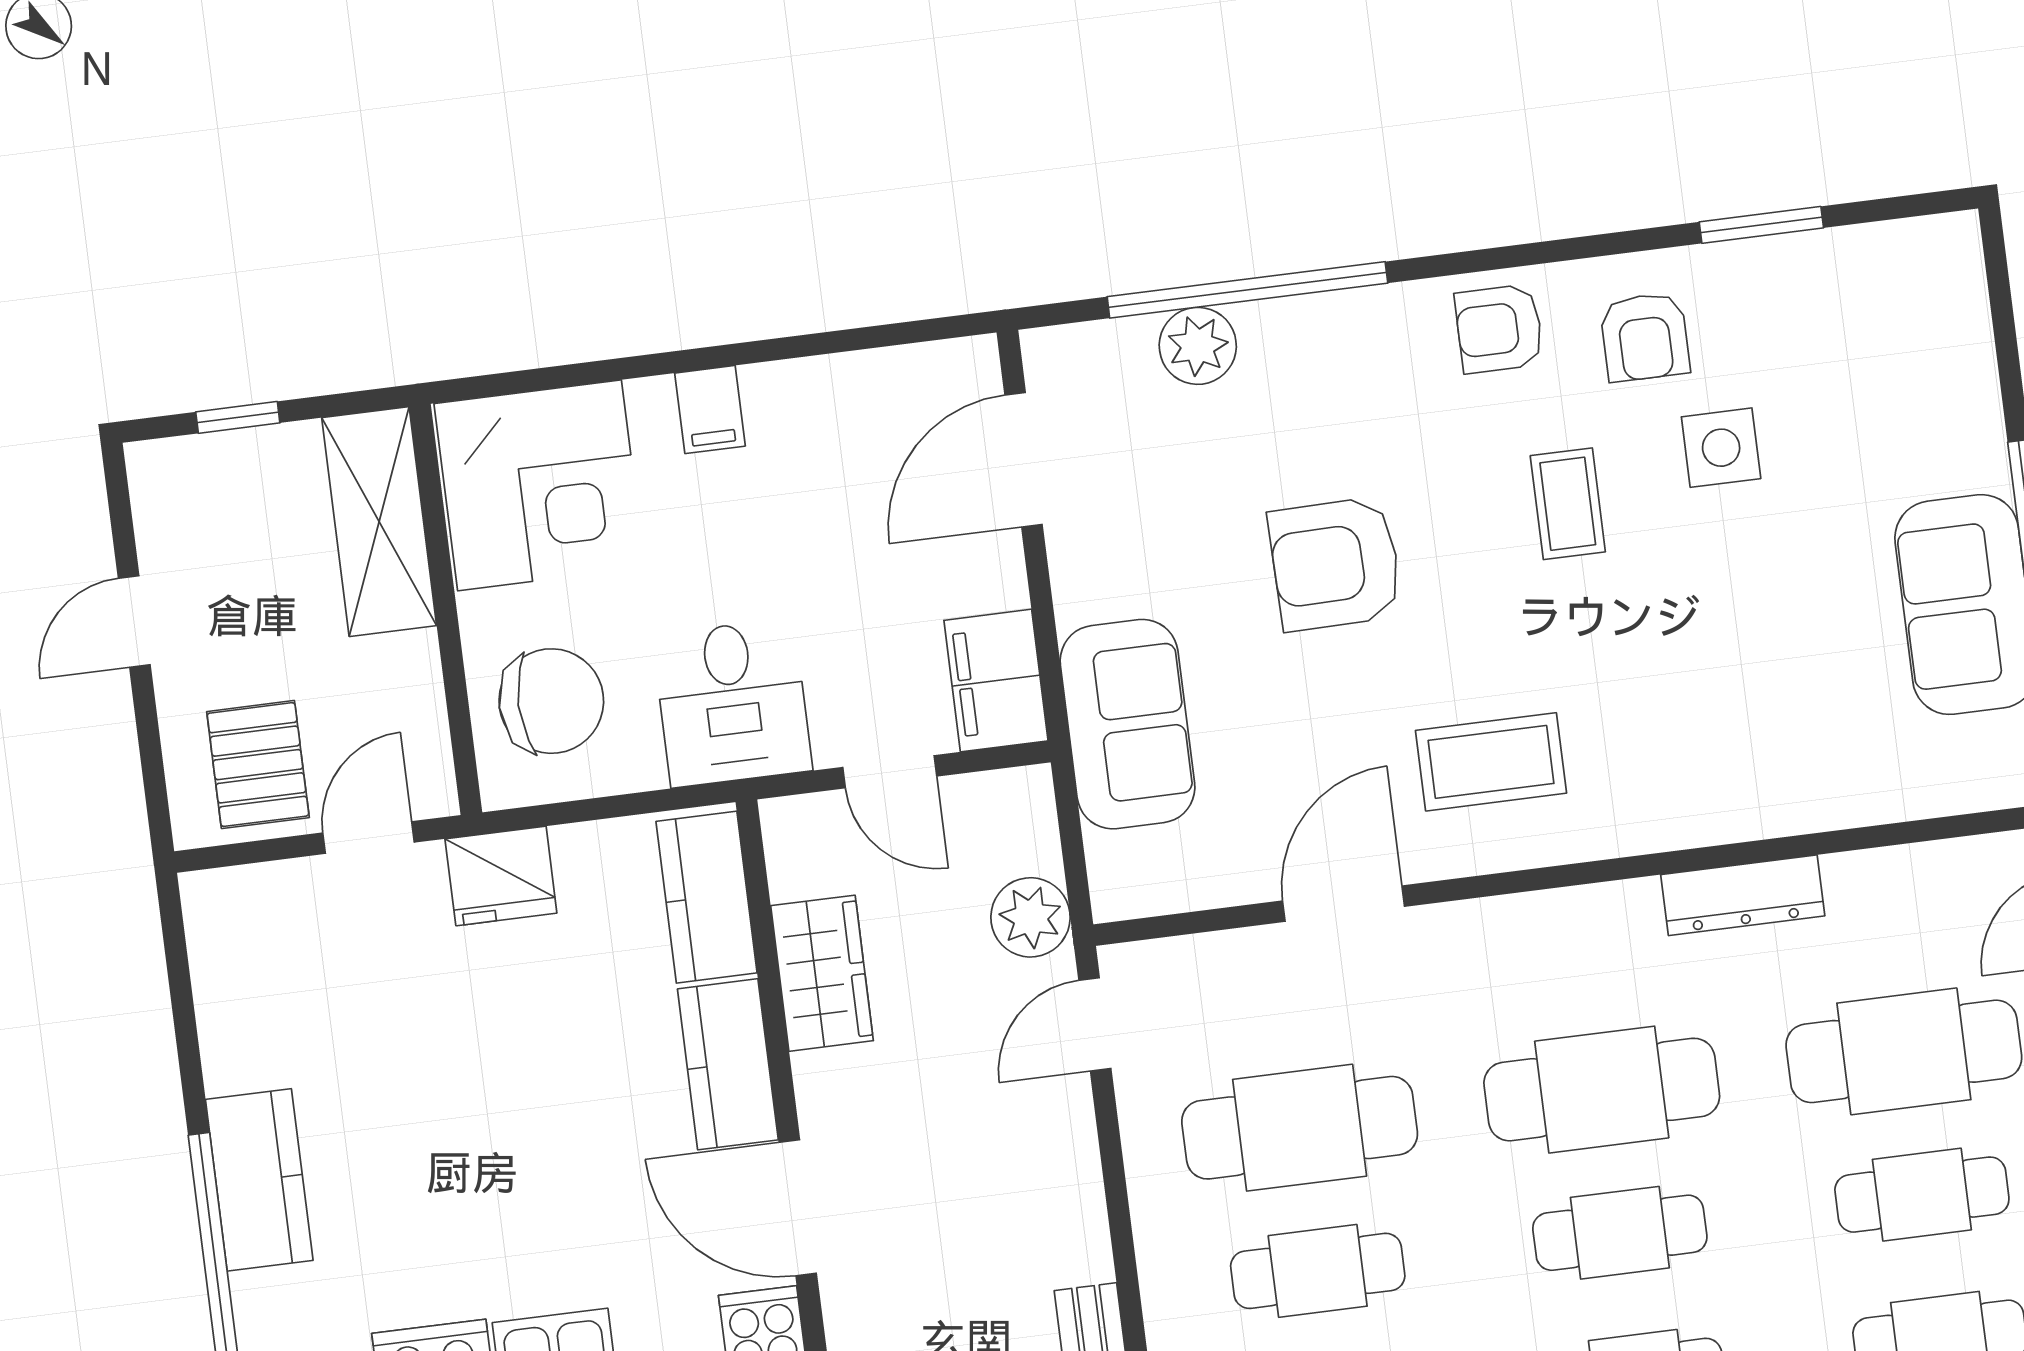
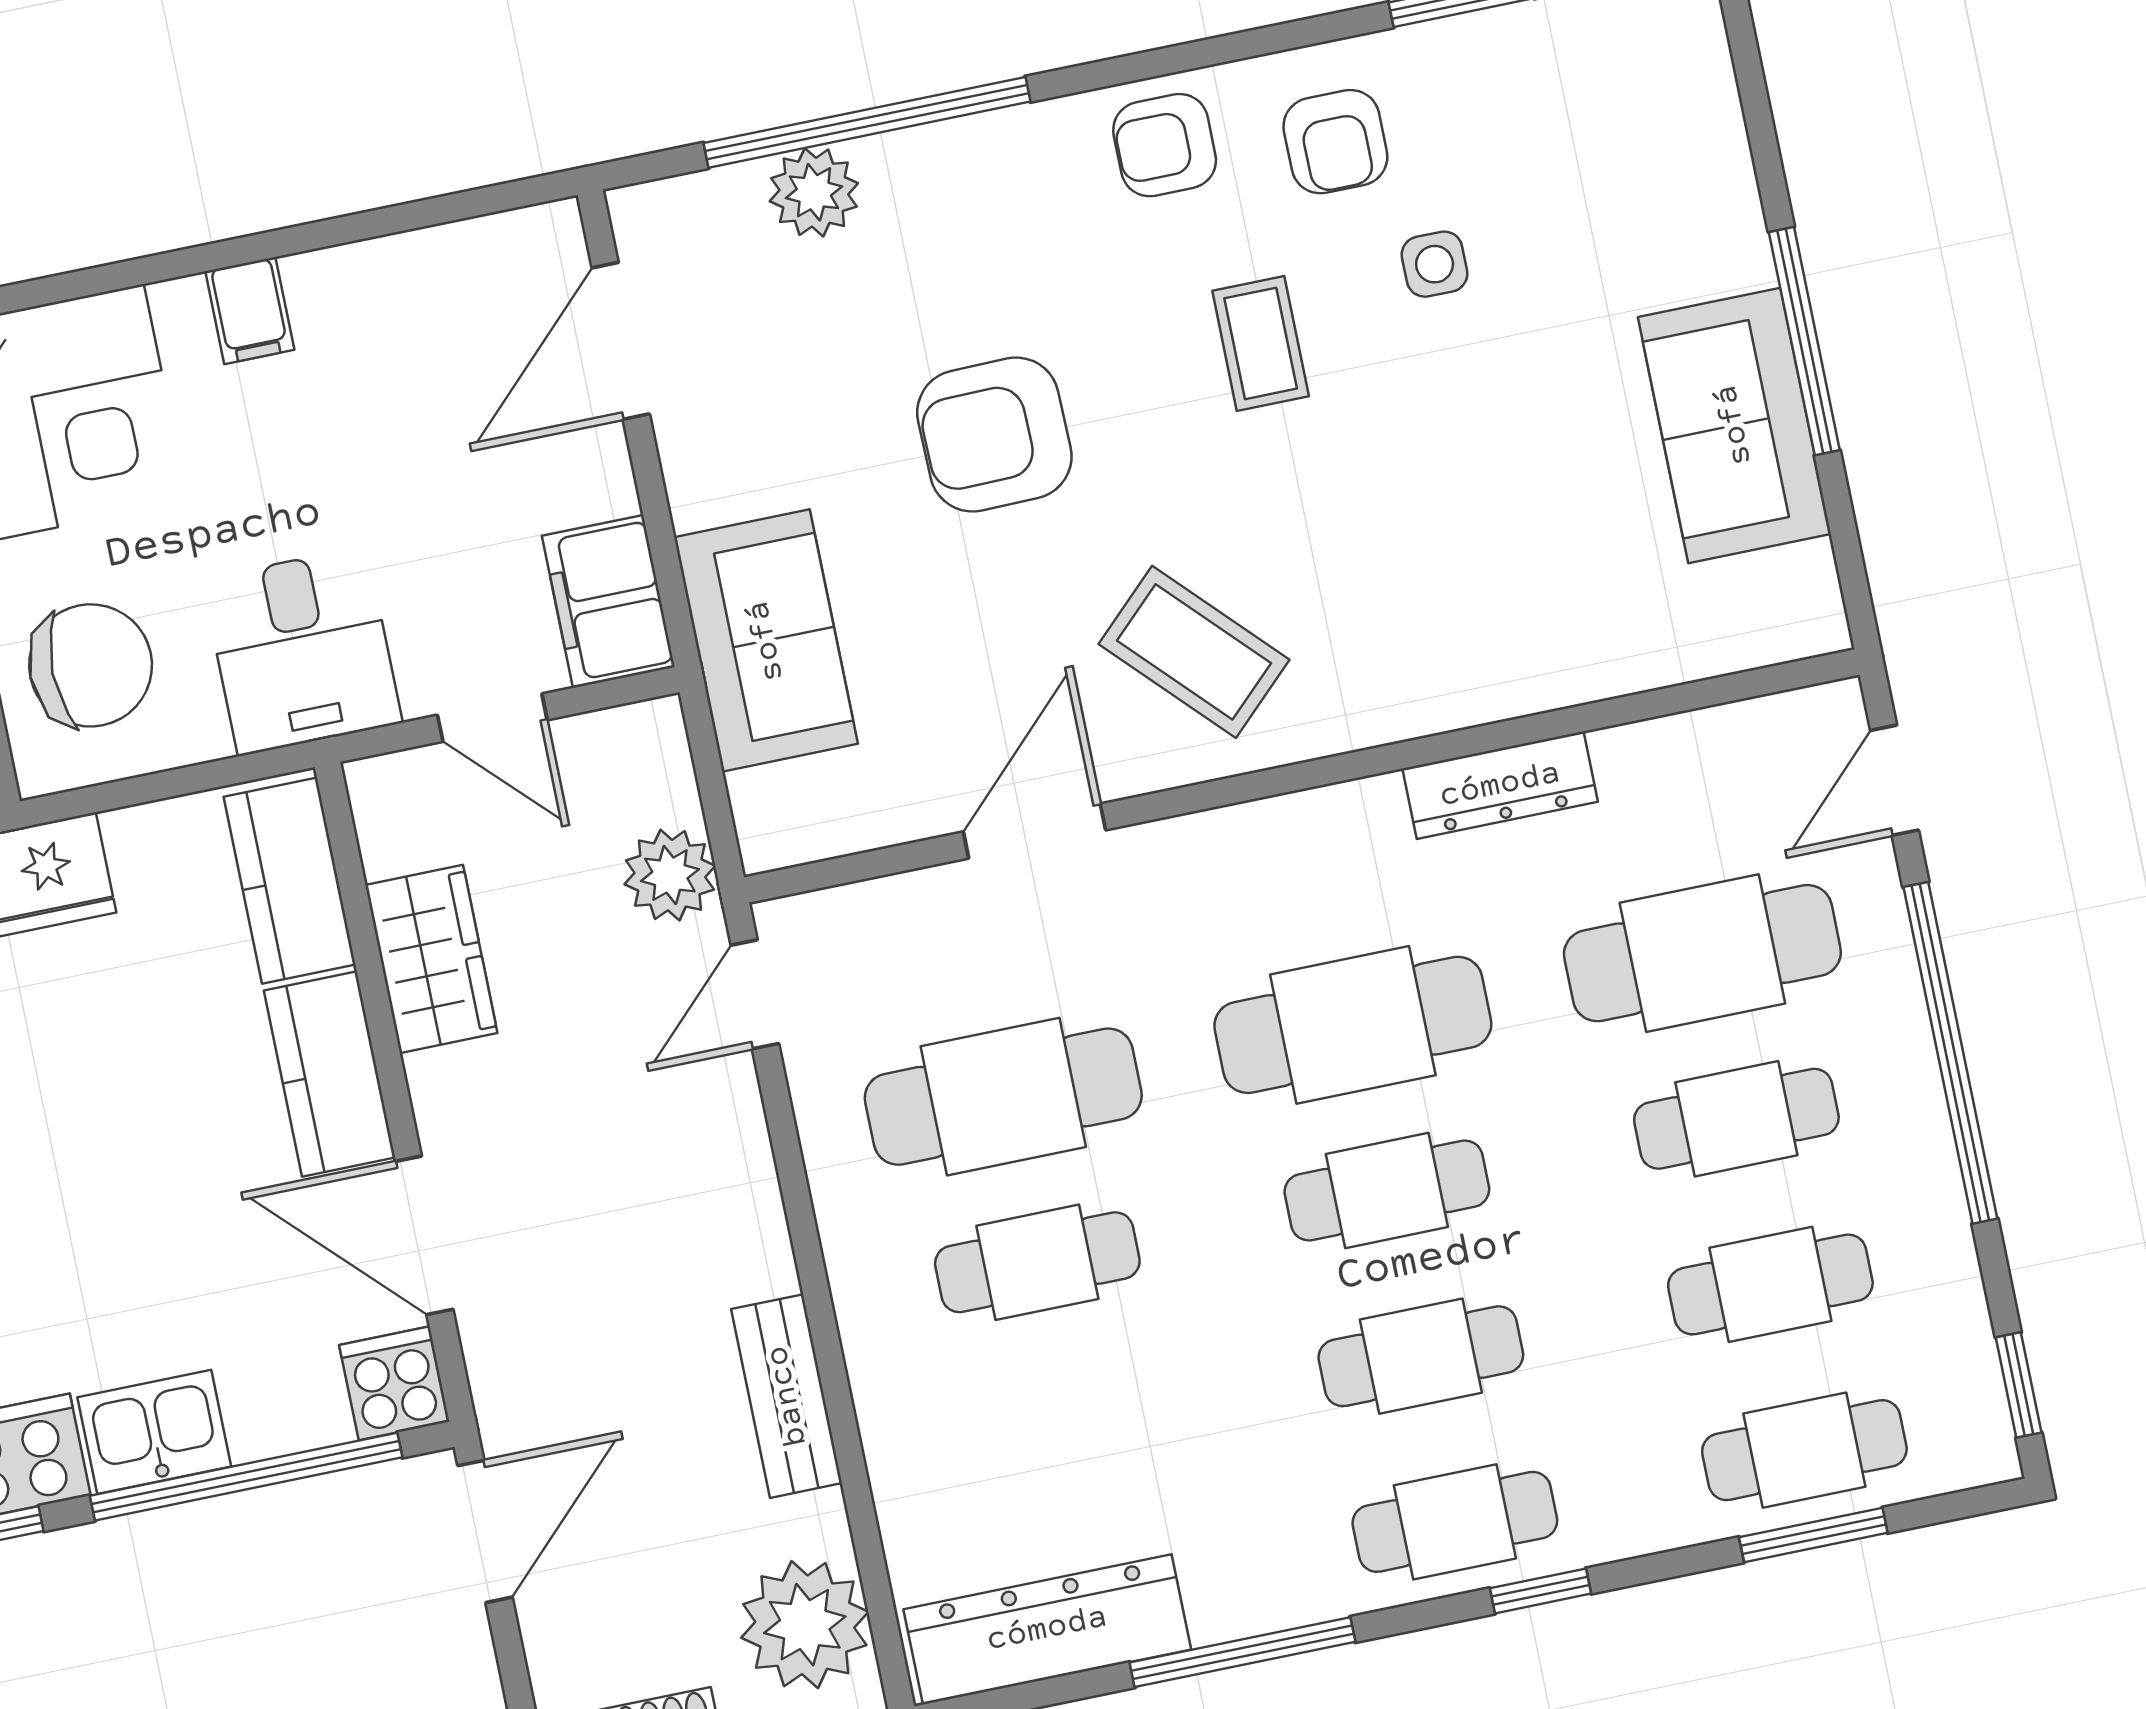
side table: (1721, 448) -> (1435, 264), width x0.73, depth x0.73
coffee table: (1491, 762) -> (1194, 652), turned 46

